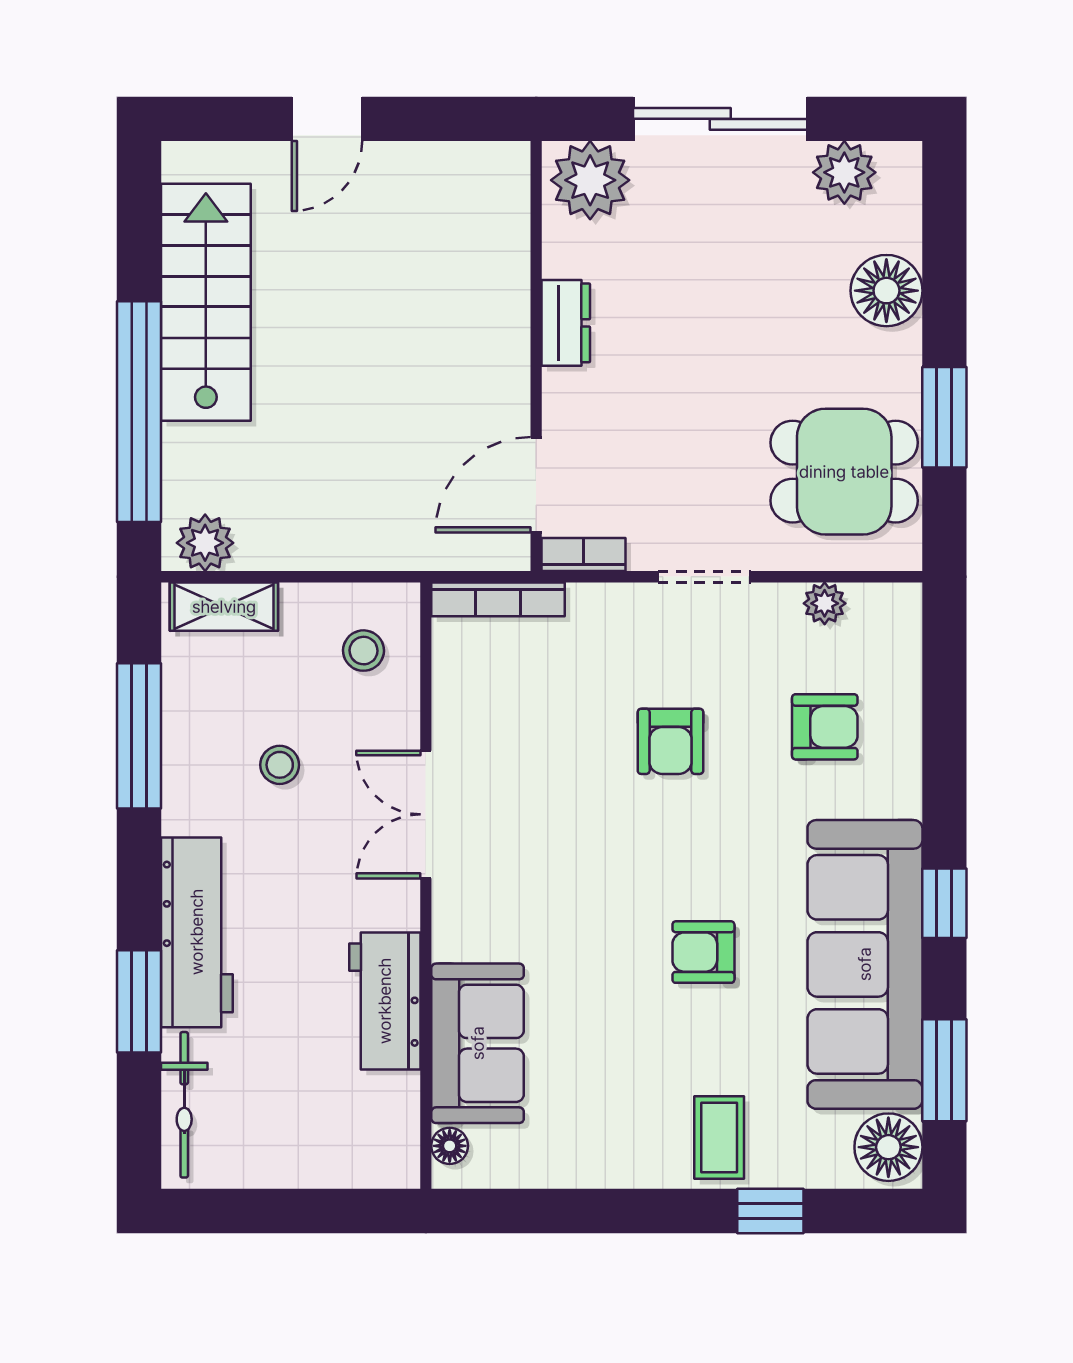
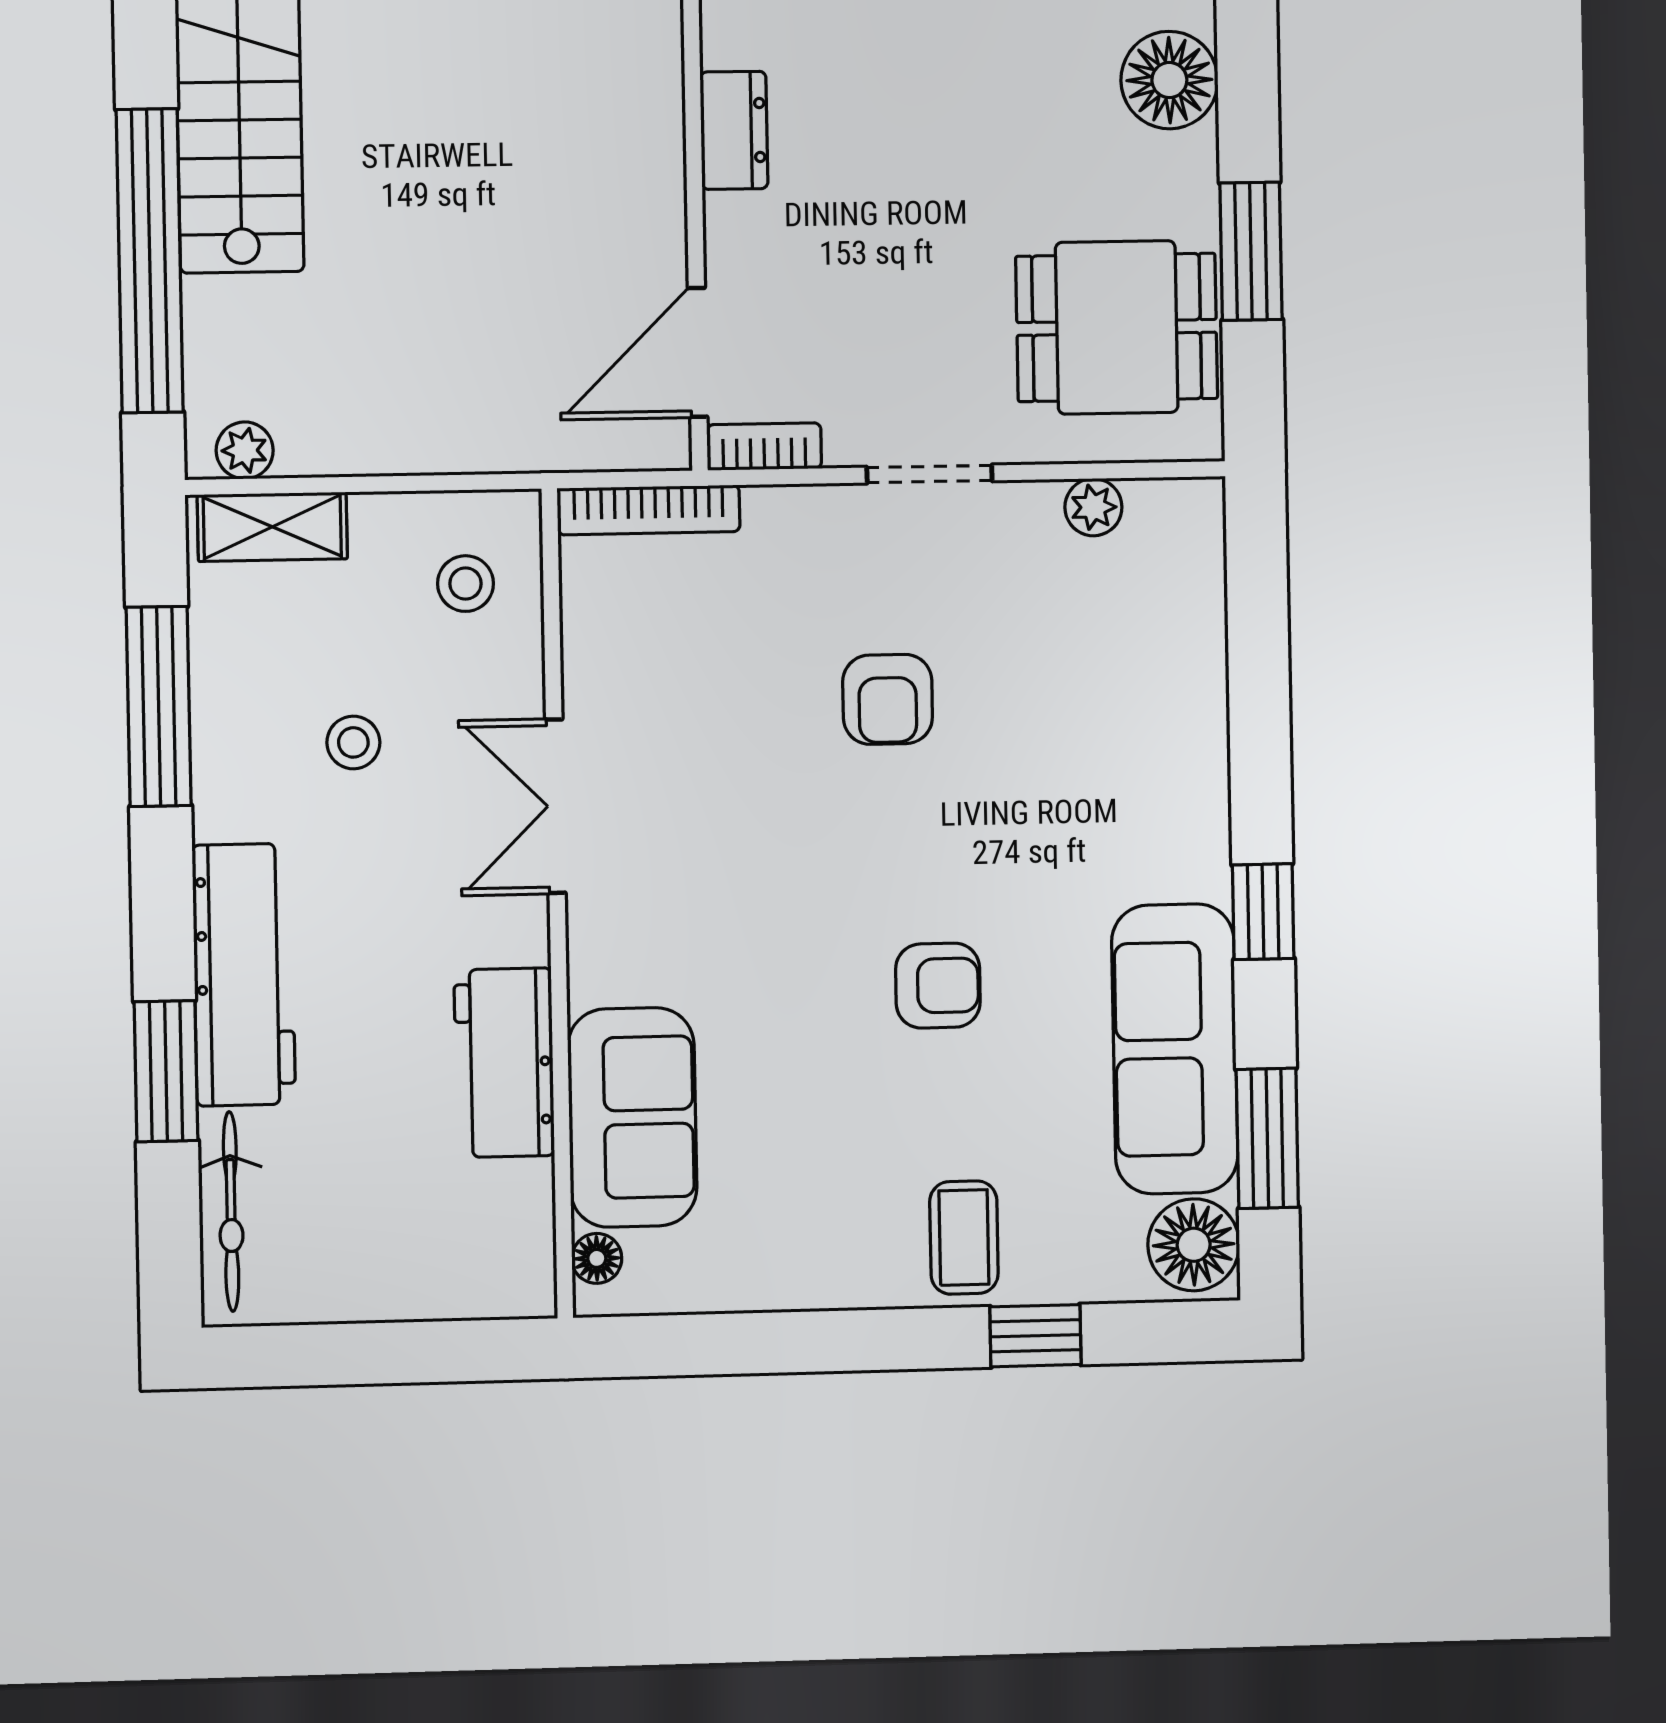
plant: (205, 543) -> (245, 450), width x0.73, depth x0.73
armchair: (825, 727) -> (1097, 675), removed
armchair: (703, 952) -> (938, 986), turned 180
sofa: (865, 964) -> (1175, 1049), width x0.74, depth x0.79

